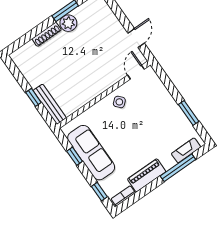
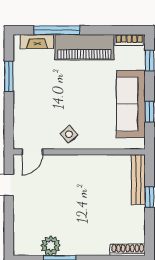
plant: (68, 23) -> (51, 246), moved
shoe rack: (47, 34) -> (128, 250), moved
piano: (147, 175) -> (84, 47), width x1.37, depth x1.33

